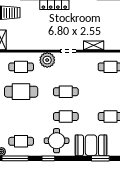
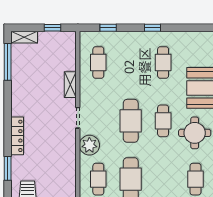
cafe table: (66, 92) -> (131, 121), width x1.37, depth x1.35

